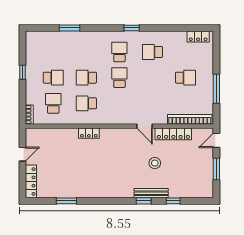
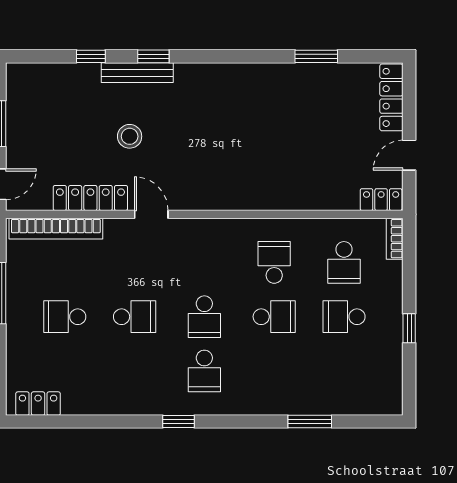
school desk: (152, 52) -> (135, 317), moved
school desk: (86, 103) -> (274, 262), turned -90
locker: (89, 133) -> (381, 200), moved

